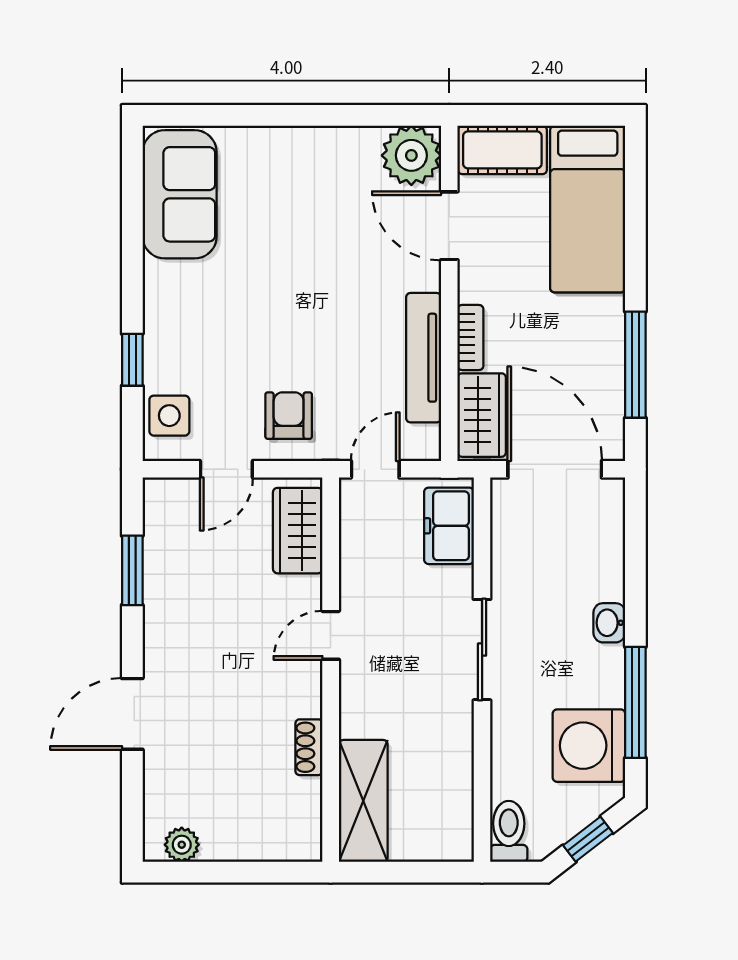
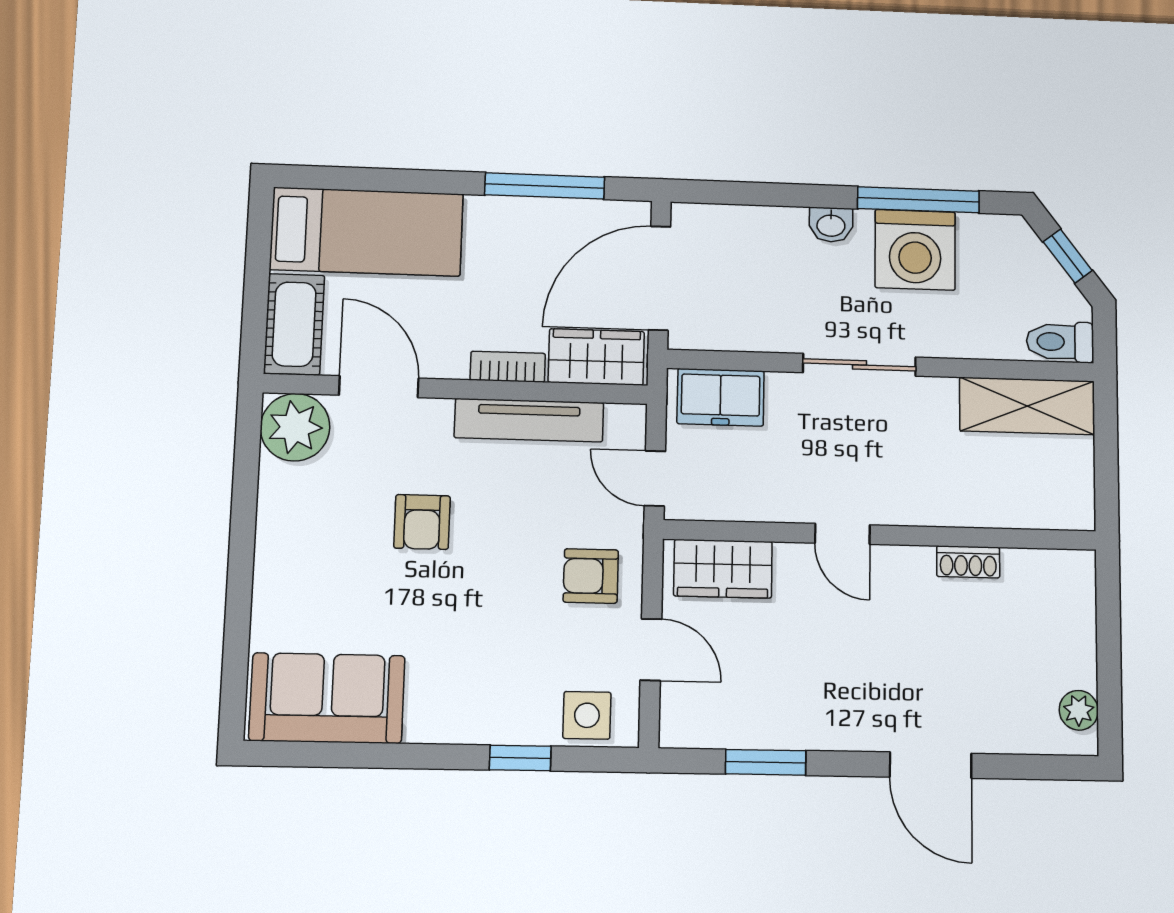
door: (449, 226) -> (379, 387), swing flipped
armchair: (332, 268) -> (422, 522), added
washing machine: (589, 746) -> (915, 250), moved
shelving: (363, 801) -> (1027, 406), moved

